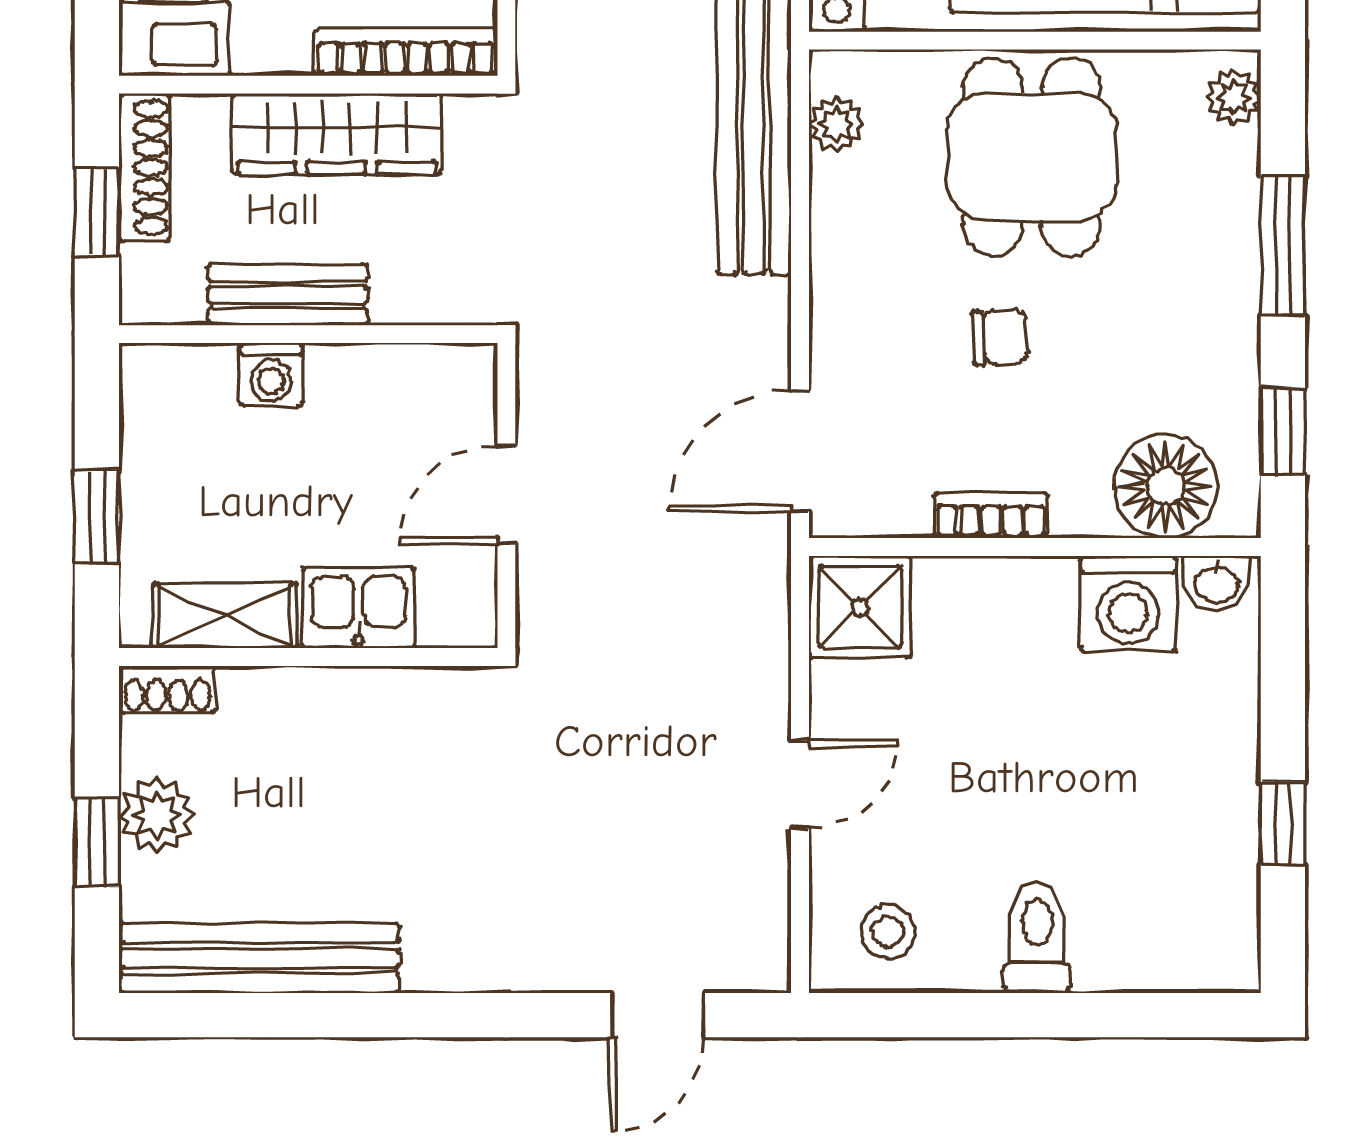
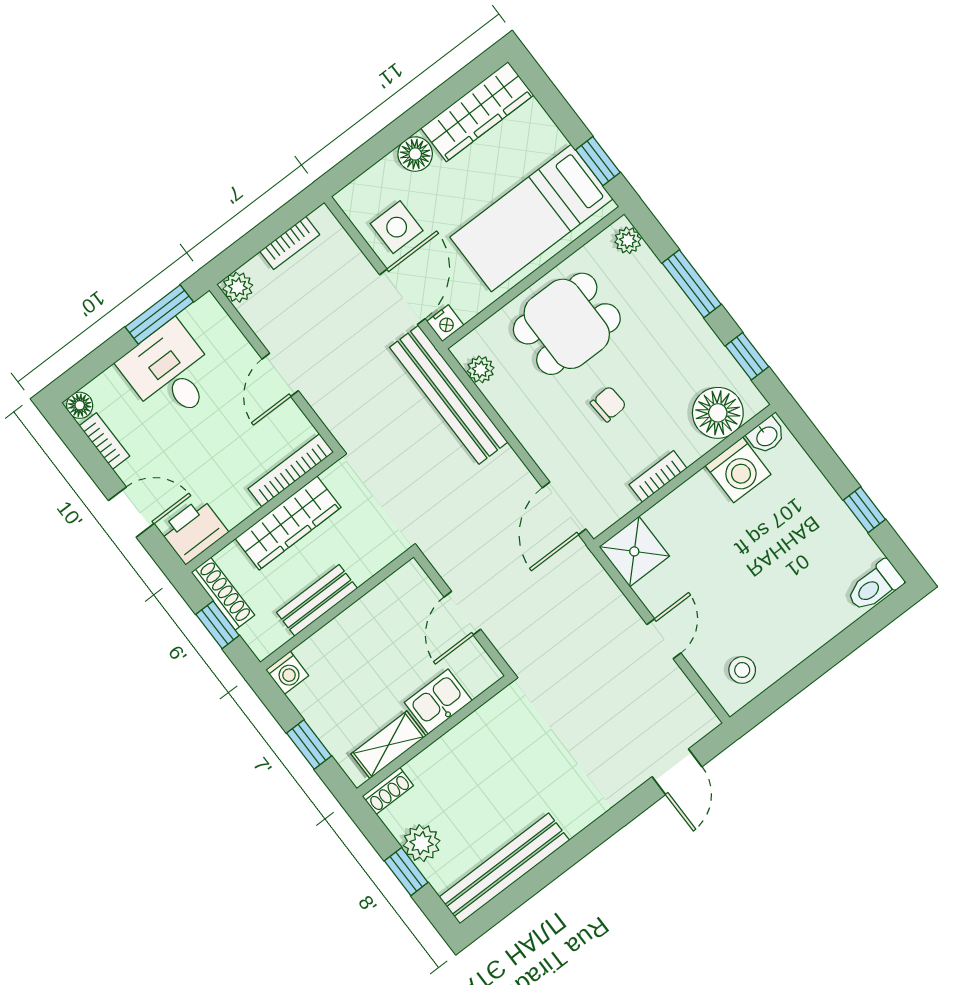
dining table: (1032, 156) -> (567, 324), turned 90
washing machine: (271, 374) -> (287, 673), moved
toilet: (1037, 938) -> (875, 586), moved, turned -90

